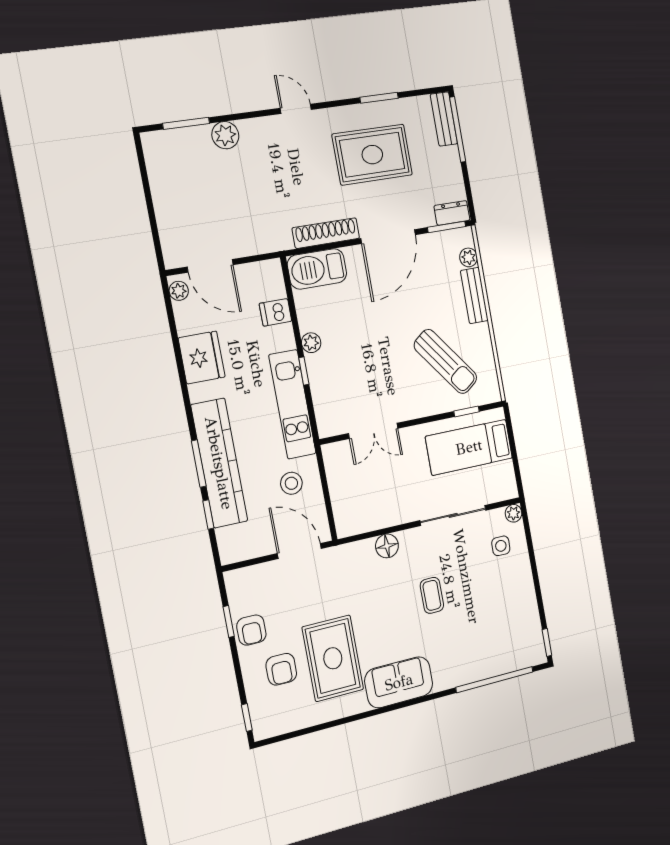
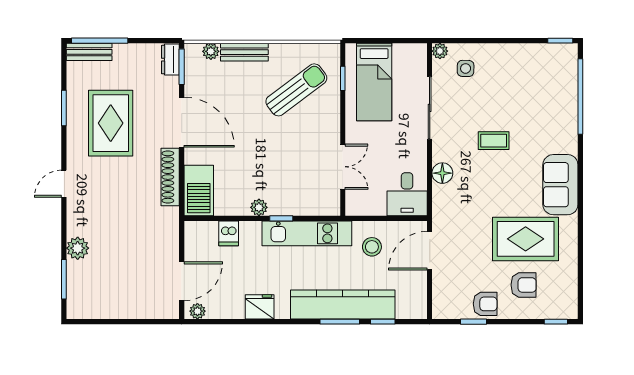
fridge: (202, 357) -> (260, 307), width x0.73, depth x0.75
desk: (357, 511) -> (407, 194), added

